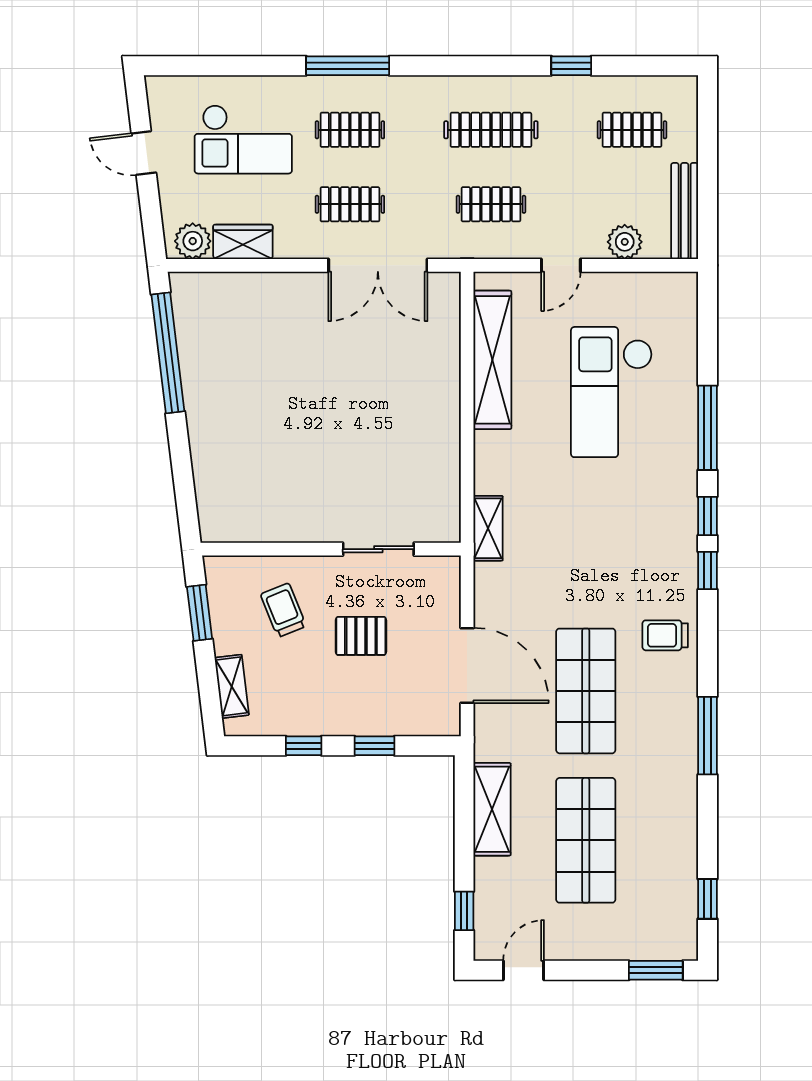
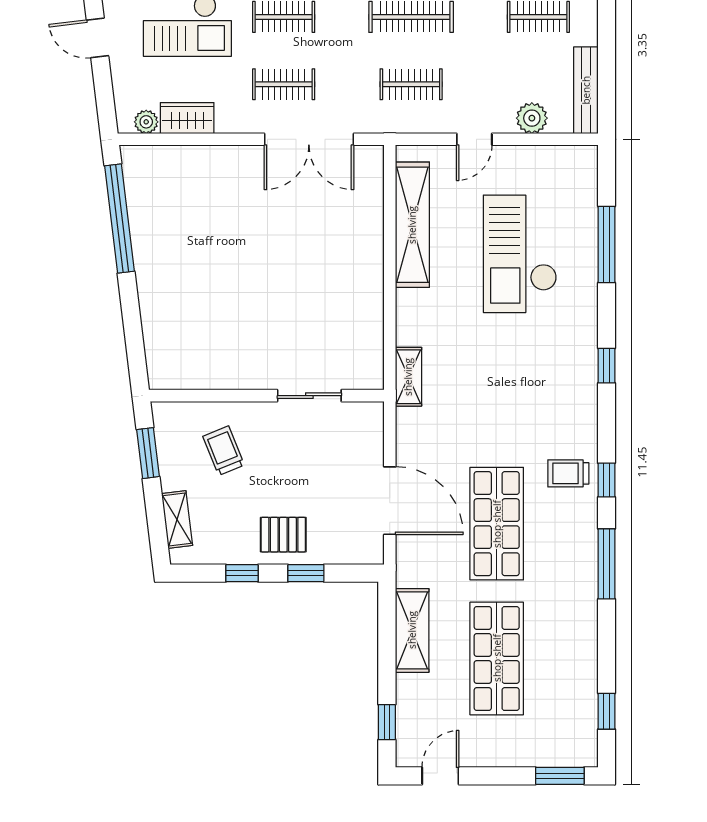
plant: (193, 241) -> (146, 122), width x0.73, depth x0.73
window: (707, 428) -> (607, 244), moved
window: (707, 570) -> (607, 480), moved
pallet: (361, 636) -> (283, 535), moved

